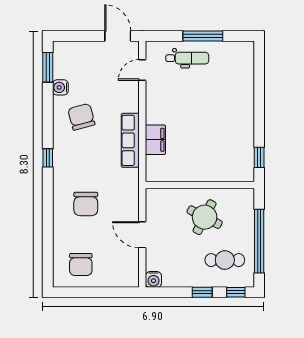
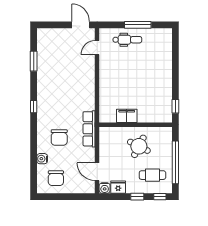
window: (48, 67) -> (34, 61), moved
water cooler: (60, 87) -> (42, 159), moved
chair: (81, 117) -> (56, 79), removed
row of seats: (130, 140) -> (89, 129), moved
filing cabinet: (155, 140) -> (127, 116), moved, turned -90
door: (142, 235) -> (97, 172), moved
fridge: (174, 278) -> (118, 187), added

